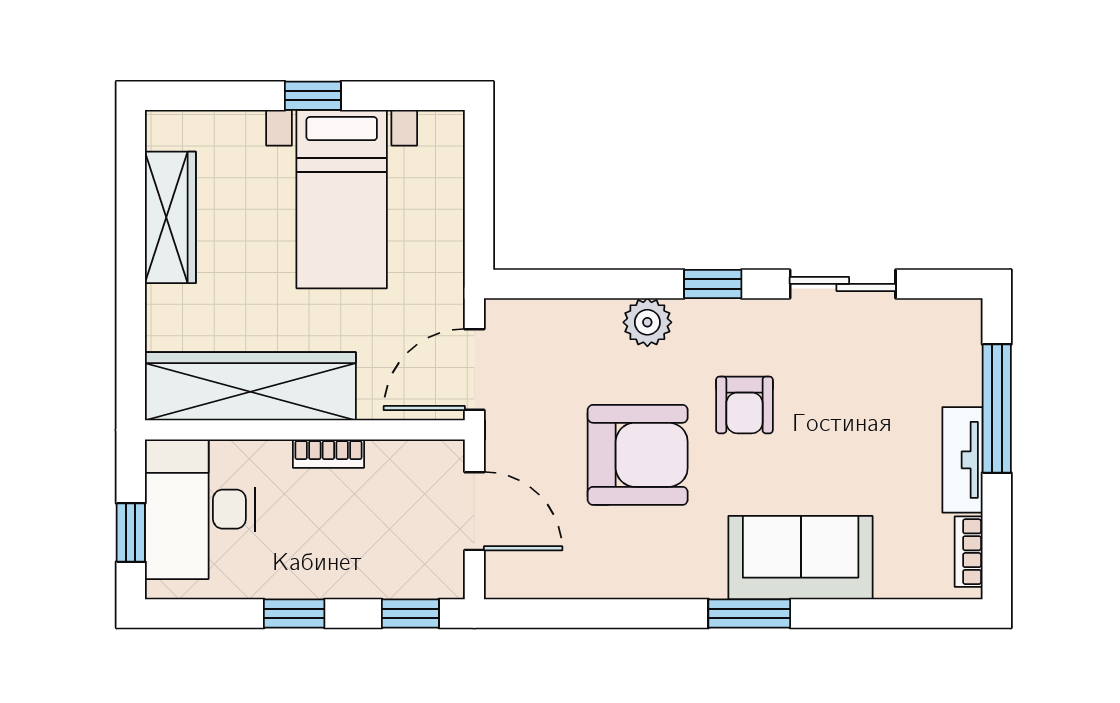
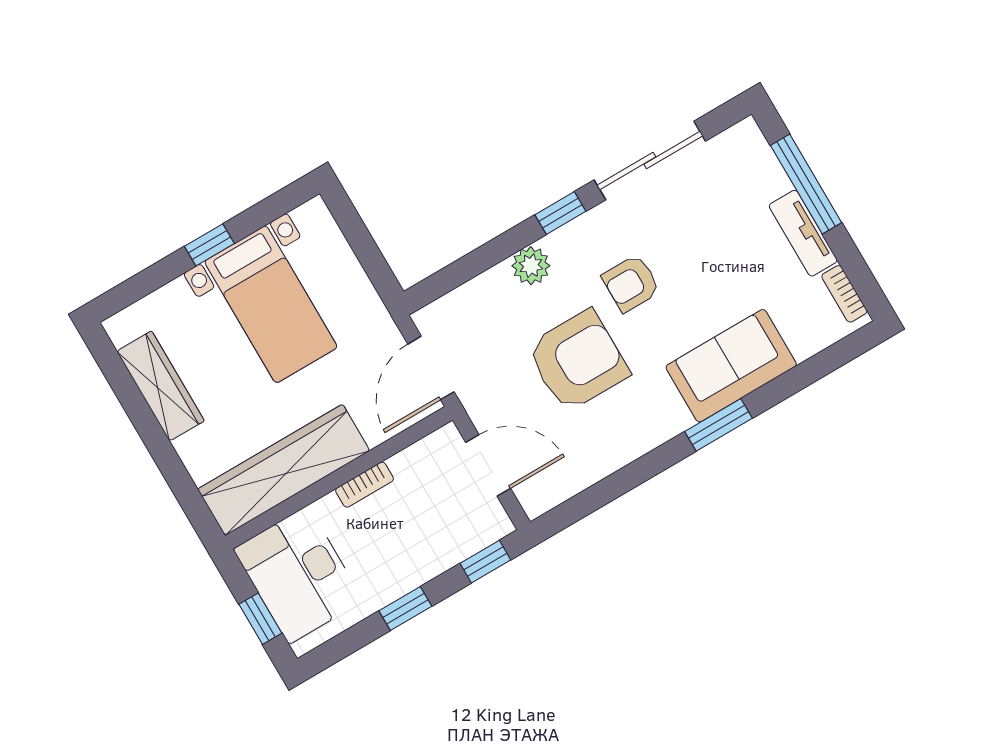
sliding door: (843, 284) -> (650, 160), width x1.37
armchair: (744, 405) -> (631, 283), turned 90

